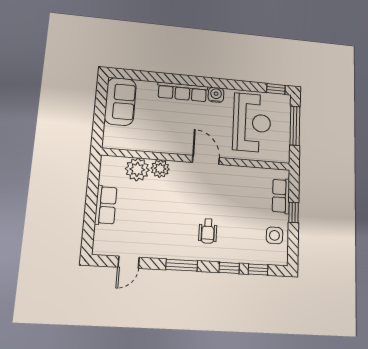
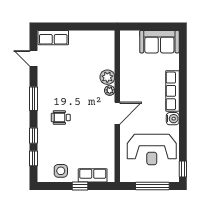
plant: (137, 169) -> (110, 91), moved, width x0.53, depth x0.53
row of seats: (106, 205) -> (53, 38), moved

